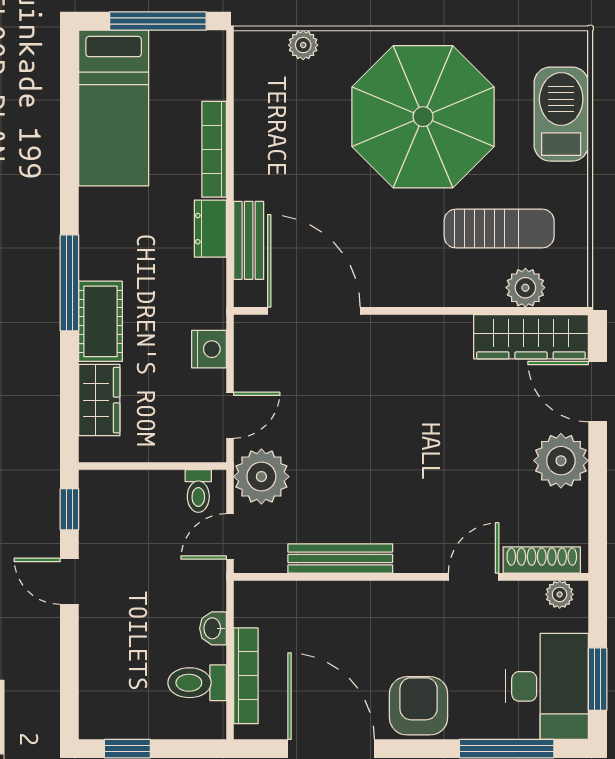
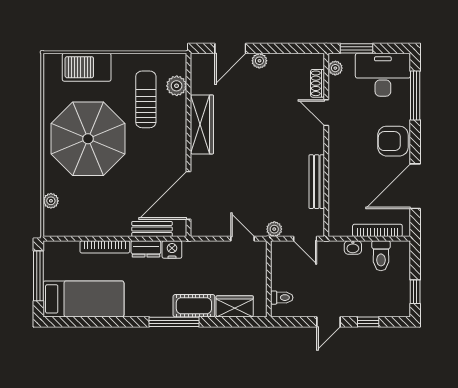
wardrobe: (531, 337) -> (202, 124), moved
nightstand: (209, 349) -> (172, 250), moved
plant: (561, 461) -> (259, 61), width x0.53, depth x0.53
plant: (261, 477) -> (274, 229), width x0.53, depth x0.53
toilet: (198, 491) -> (282, 298), moved
window: (69, 509) -> (368, 322), moved
shoe rack: (542, 560) -> (317, 83), width x0.70
window: (598, 679) -> (356, 48), moved

